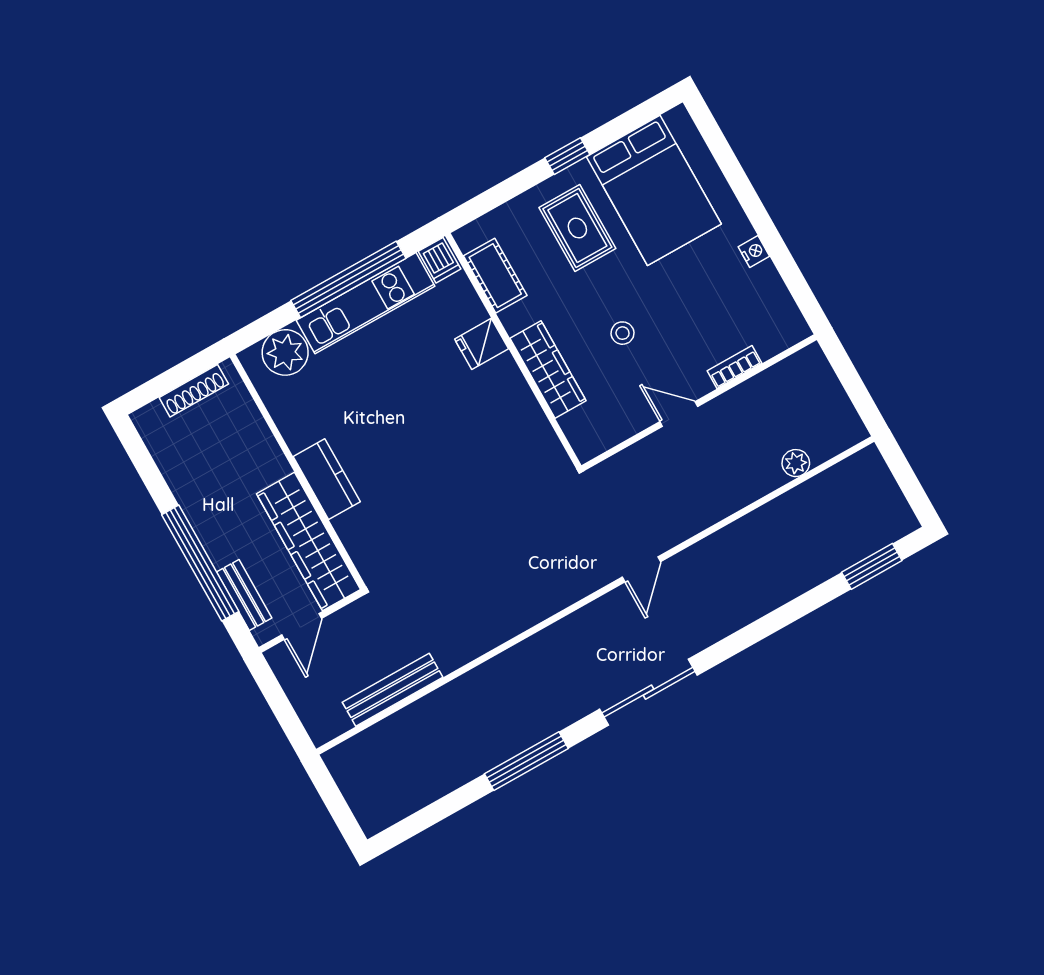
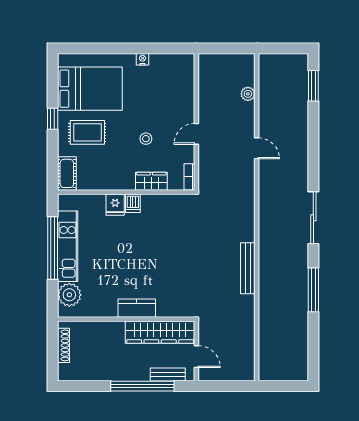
dishwasher: (440, 260) -> (133, 203), moved, turned 90
cot: (495, 276) -> (67, 173), moved, turned 90
bookcase: (735, 367) -> (189, 177), moved
wardrobe: (548, 370) -> (151, 181), width x0.67
door: (641, 569) -> (257, 148), moved
bench: (393, 690) -> (248, 268), moved

